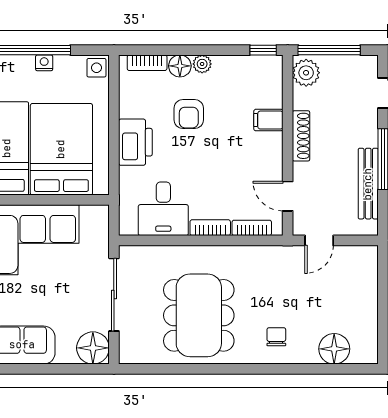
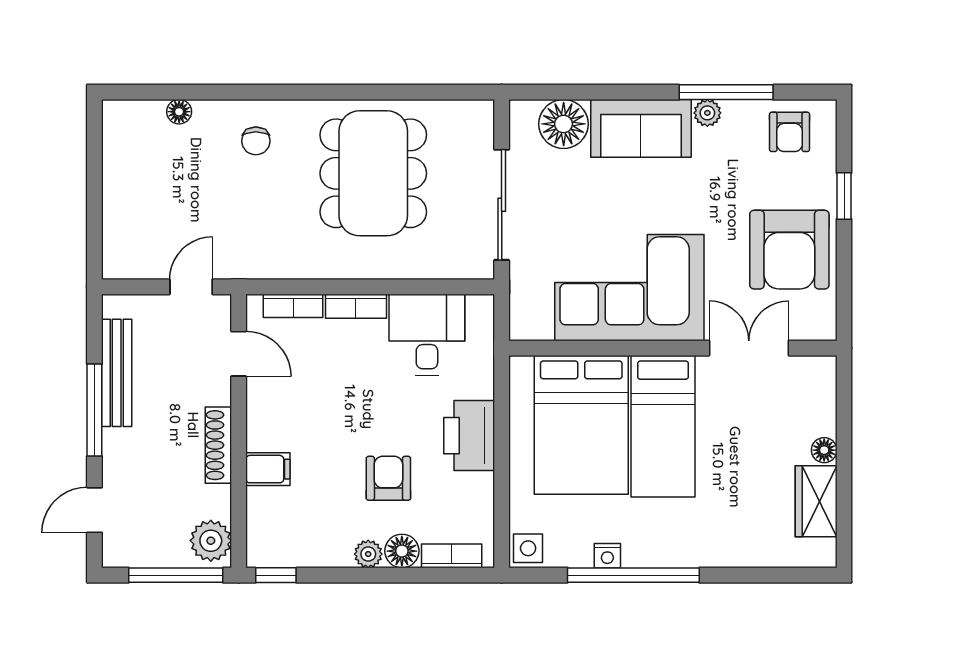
floor lamp: (93, 348) -> (564, 124), moved
floor lamp: (334, 349) -> (179, 112), width x0.53, depth x0.53

